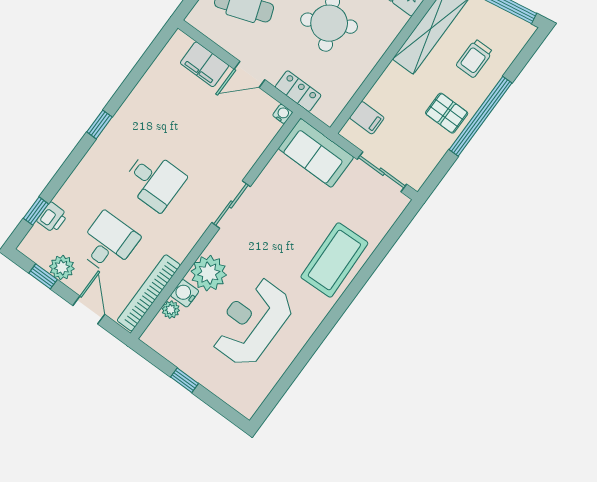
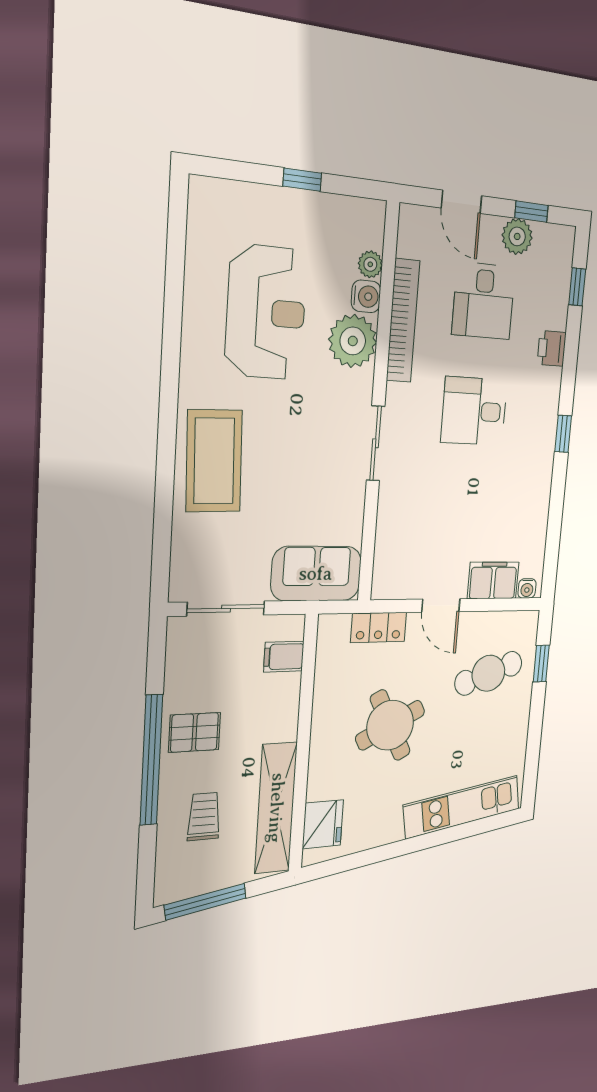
door: (249, 74) -> (441, 605), swing flipped
water cooler: (283, 114) -> (527, 588), moved
printer: (52, 218) -> (552, 348), moved
bookcase: (149, 293) -> (403, 321), moved

